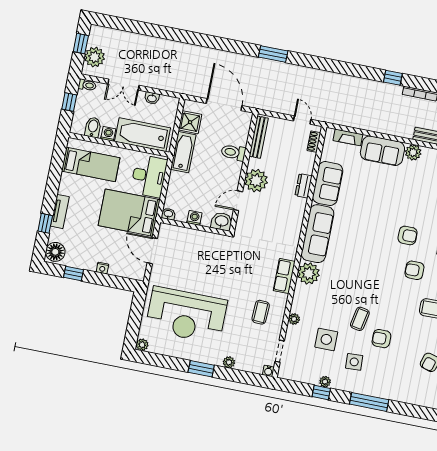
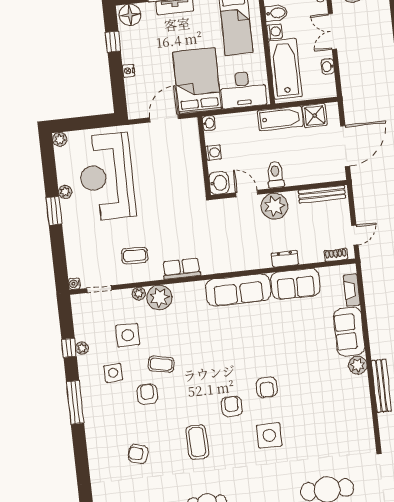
toilet: (233, 152) -> (275, 175), moved
plant: (309, 273) -> (159, 298), moved
plant: (229, 362) -> (65, 192), moved

